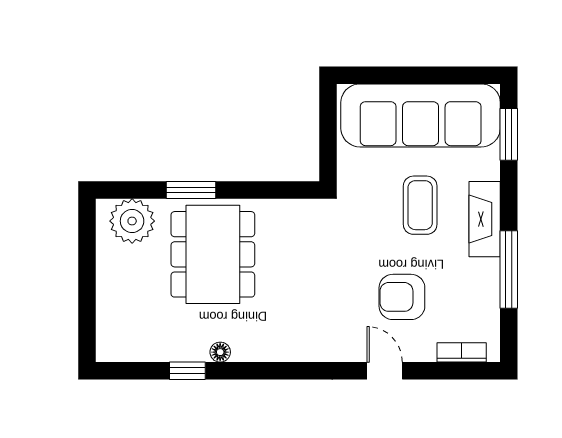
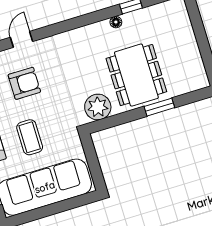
plant: (132, 221) -> (98, 107), moved
door: (385, 371) -> (21, 39), swing flipped

